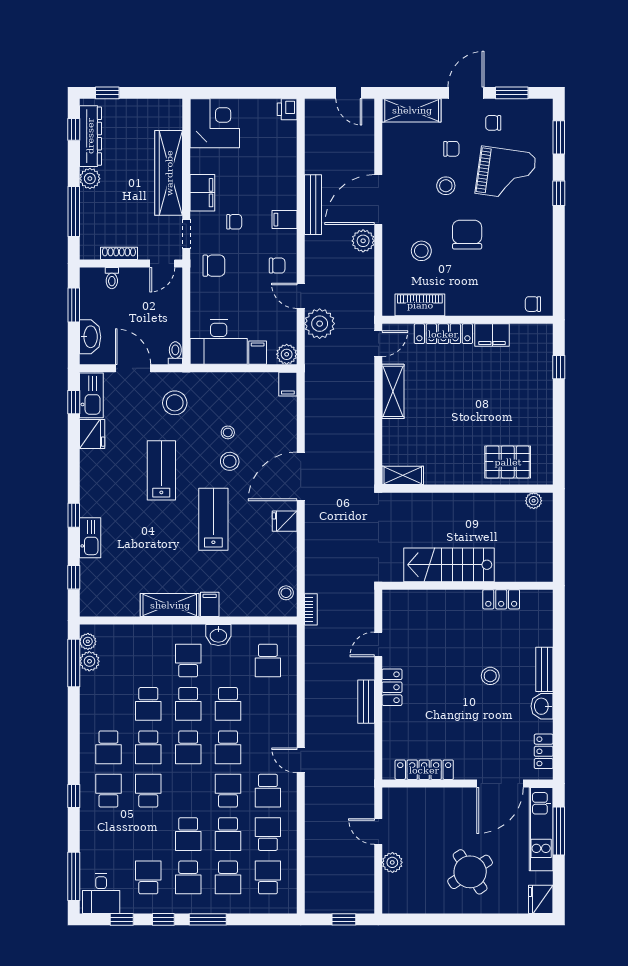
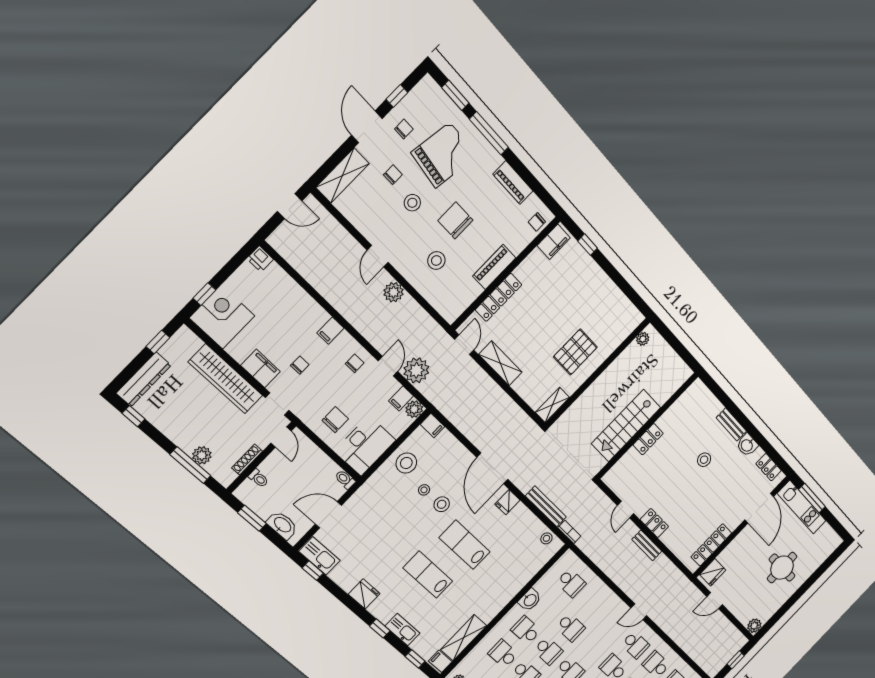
window: (107, 93) -> (158, 342), moved
window: (220, 93) -> (204, 294), added
window: (512, 93) -> (397, 96), width x0.67
chair: (493, 123) -> (404, 129), turned 180
dresser: (90, 136) -> (144, 379), moved, turned 90
plant: (90, 179) -> (202, 455), moved
window: (559, 193) -> (489, 133), width x2.17
door: (378, 200) -> (378, 256), width x0.53
bench: (313, 205) -> (546, 506), moved
piano: (542, 252) -> (513, 183), added
chair: (214, 266) -> (335, 420), moved
door: (301, 296) -> (388, 366), swing flipped
piano: (420, 305) -> (494, 267), moved
filing cabinet: (492, 335) -> (554, 242), moved
filing cabinet: (258, 353) -> (401, 398), moved, turned -90
stool: (175, 403) -> (406, 463), moved
fridge: (92, 434) -> (364, 594), moved
pallet: (508, 462) -> (575, 352), moved
lab bench: (161, 470) -> (428, 575), moved
locker: (501, 599) -> (648, 439), moved
filing cabinet: (210, 604) -> (440, 661), moved
shelving: (170, 605) -> (464, 638), moved
school desk: (228, 747) -> (503, 654), moved, turned 180
plant: (392, 862) -> (754, 626), moved
round table: (470, 872) -> (782, 568), turned 33
fridge: (541, 899) -> (713, 572), moved, turned -90

